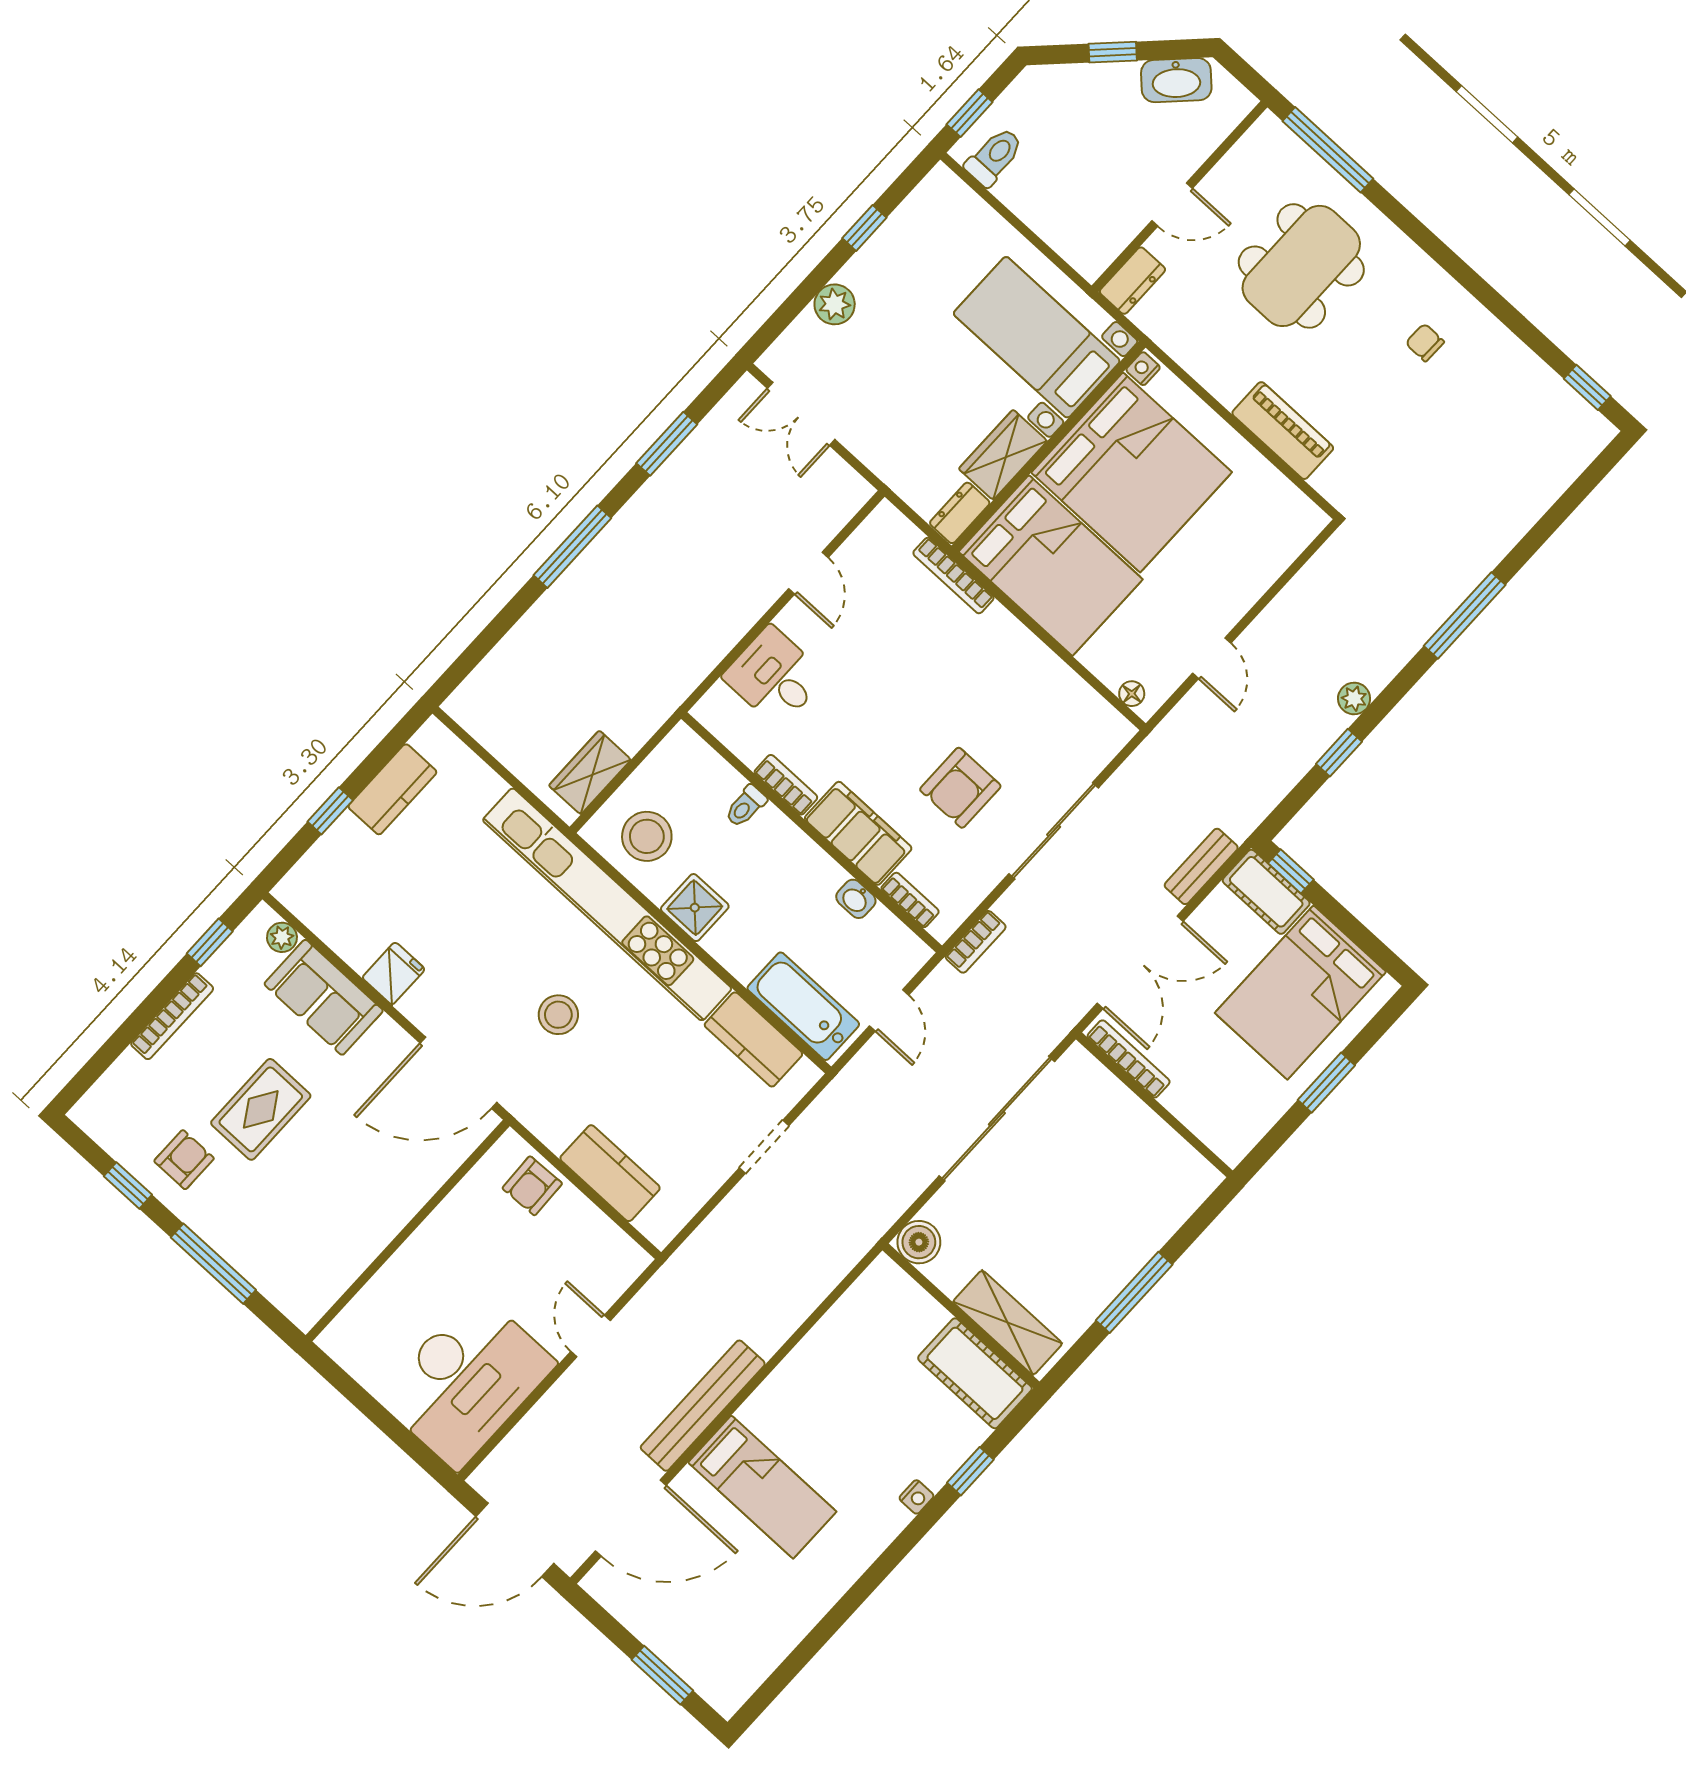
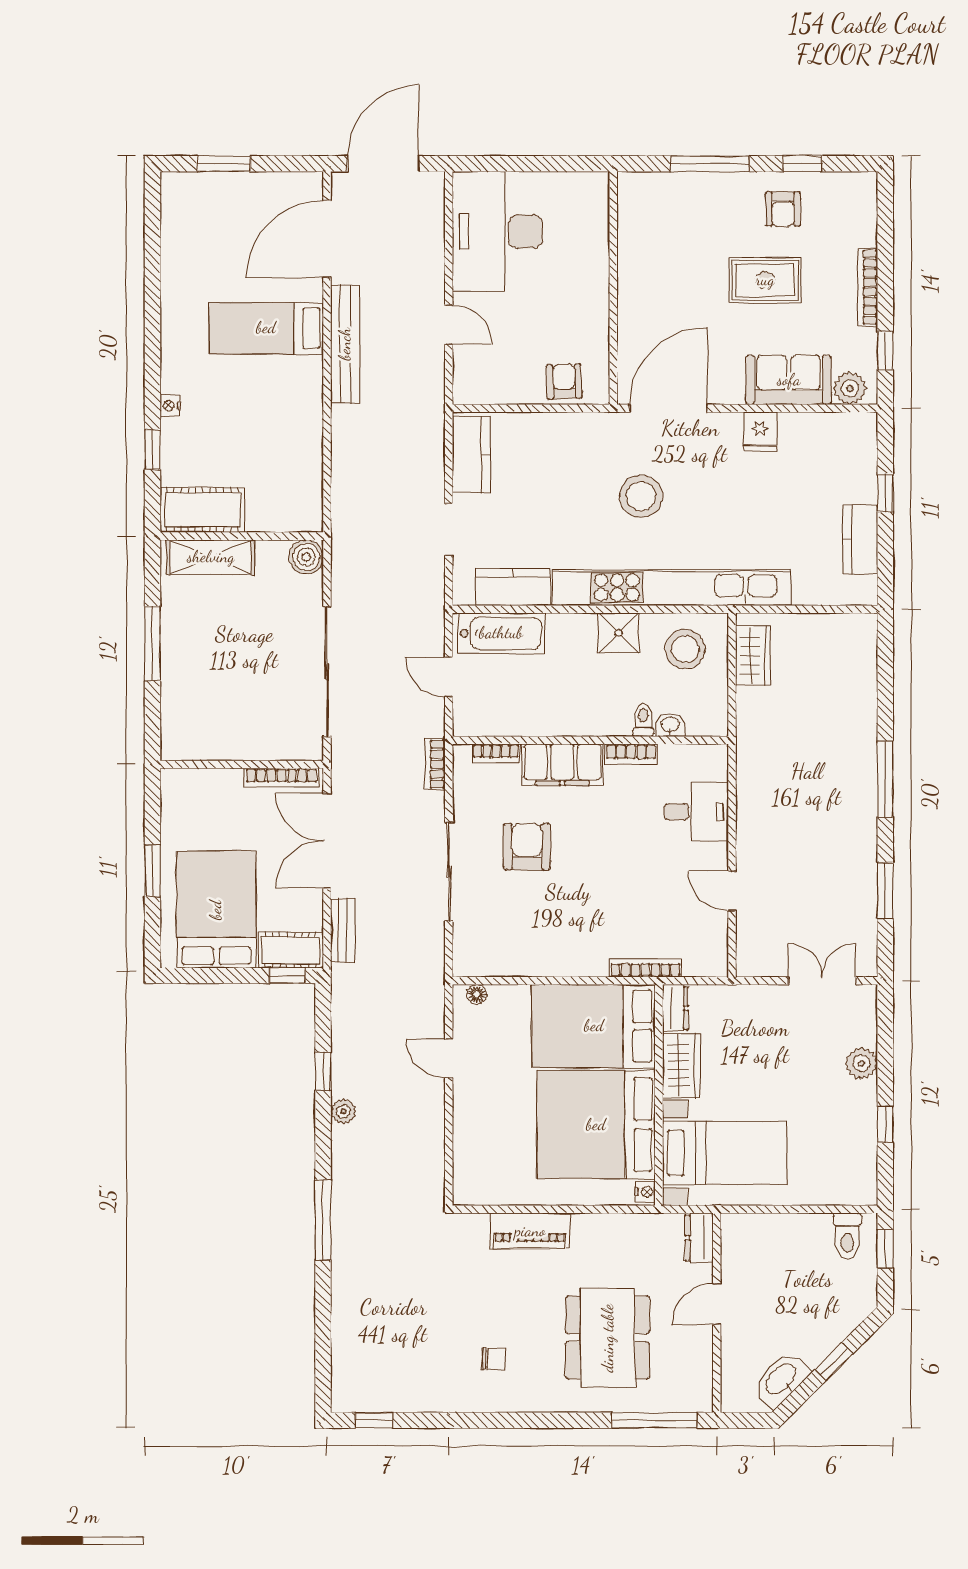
washbasin: (856, 899) -> (670, 725), moved
plant: (282, 937) -> (850, 388), width x1.38, depth x1.38
stool: (558, 1015) -> (641, 496), width x1.38, depth x1.38
rug: (261, 1109) -> (765, 280), turned 90
kitchen counter: (610, 1173) -> (471, 455), moved, turned -90

